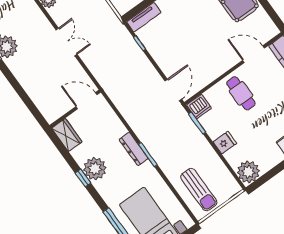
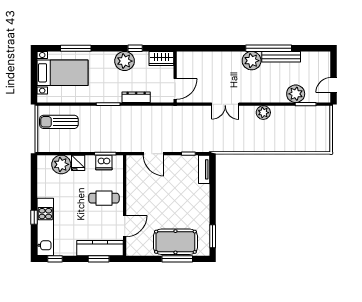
door: (173, 90) -> (153, 154), moved
dishwasher: (199, 107) -> (104, 162), moved, turned -90
dresser: (134, 149) -> (136, 97), moved
plant: (248, 172) -> (61, 164), moved
window: (83, 178) -> (135, 48), moved

